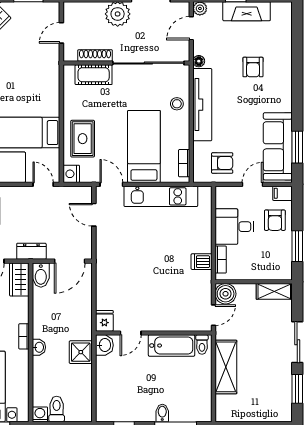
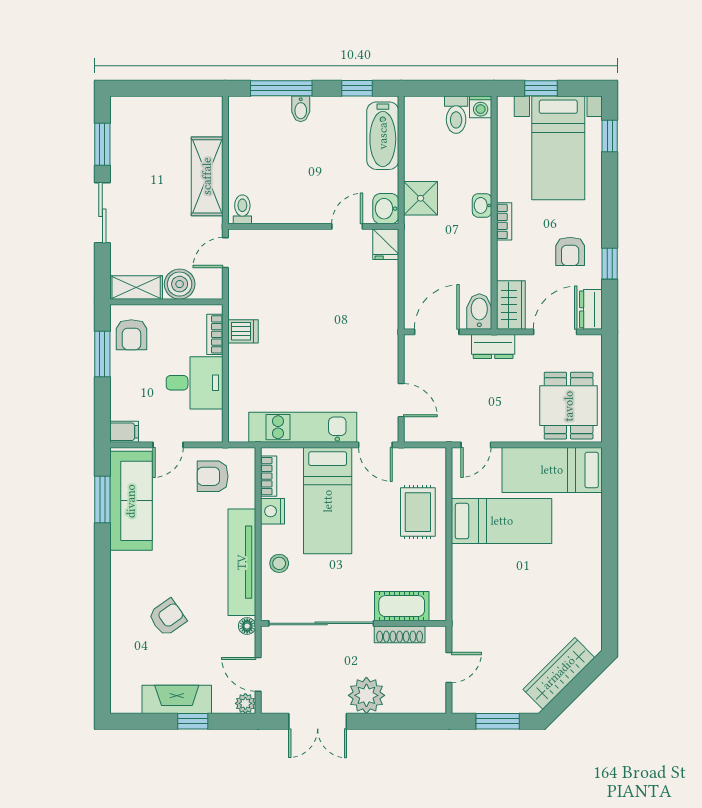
door: (191, 28) -> (258, 674), swing flipped
armchair: (253, 67) -> (167, 617), turned 55
nightstand: (71, 174) -> (272, 511), moved, turned 180
door: (43, 184) -> (476, 445), hinge flipped
armchair: (275, 220) -> (131, 335), moved, turned 180
boiler: (226, 294) -> (180, 284), moved
bathtub: (172, 346) -> (383, 136), moved, turned -90

